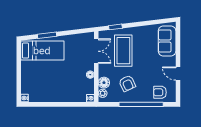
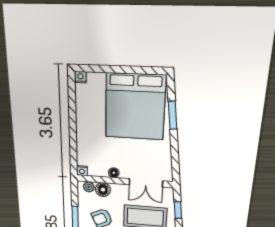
bed: (42, 51) -> (135, 107), width x2.04

